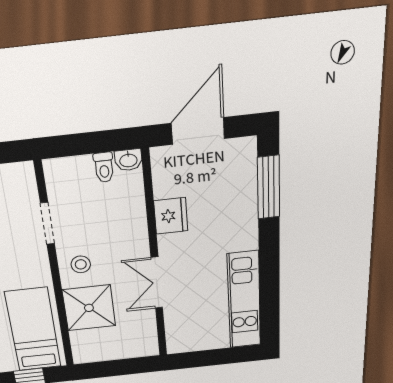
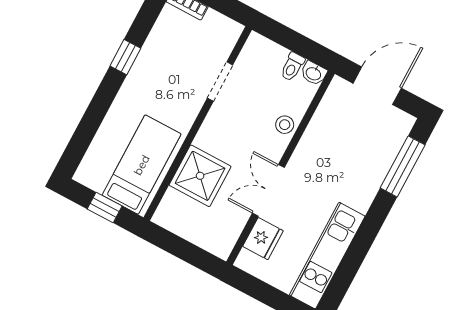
fridge: (171, 216) -> (263, 239), moved
stool: (81, 264) -> (285, 125), moved

